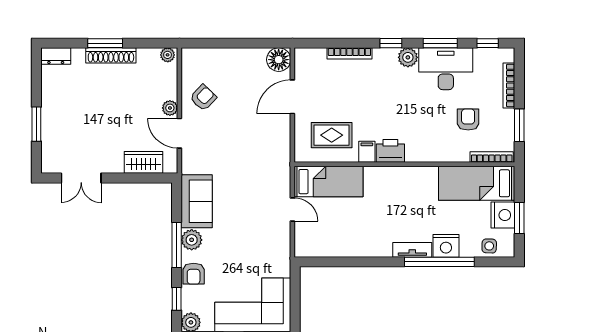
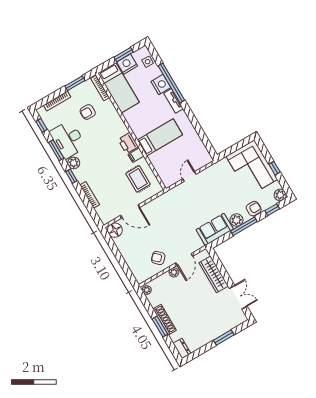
wardrobe: (143, 162) -> (214, 274), width x1.50
bed: (329, 182) -> (160, 137), moved, turned 90

